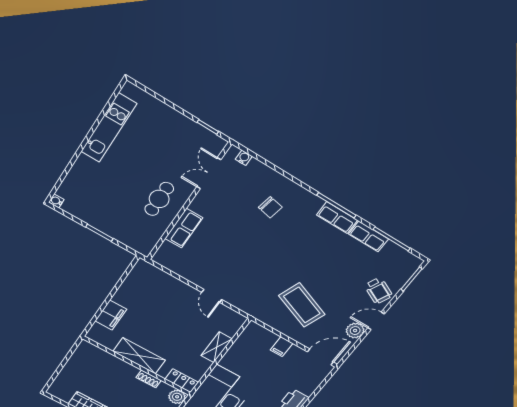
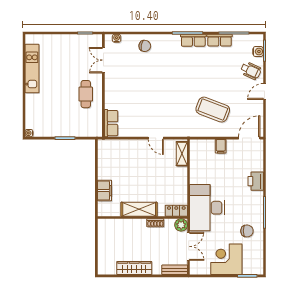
chair: (270, 207) -> (145, 46), moved
row of seats: (184, 228) -> (111, 123), moved
water cooler: (403, 276) -> (258, 52), added
plant: (355, 331) -> (257, 106), removed
shelving: (217, 347) -> (182, 154), moved

